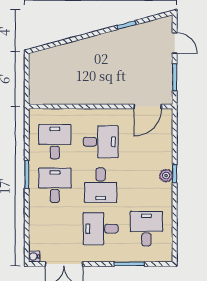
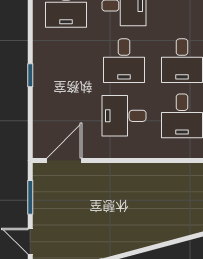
plant: (166, 176) -> (41, 73), removed
desk: (101, 185) -> (124, 61), turned 180

